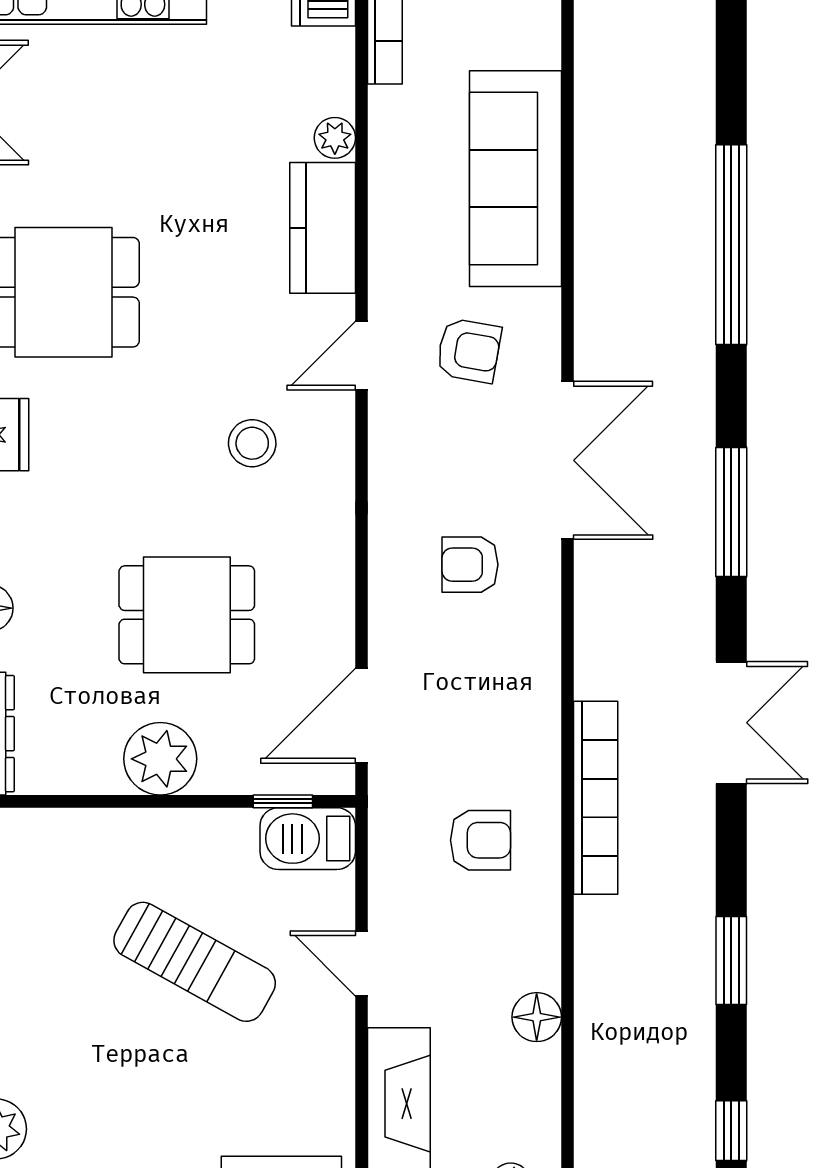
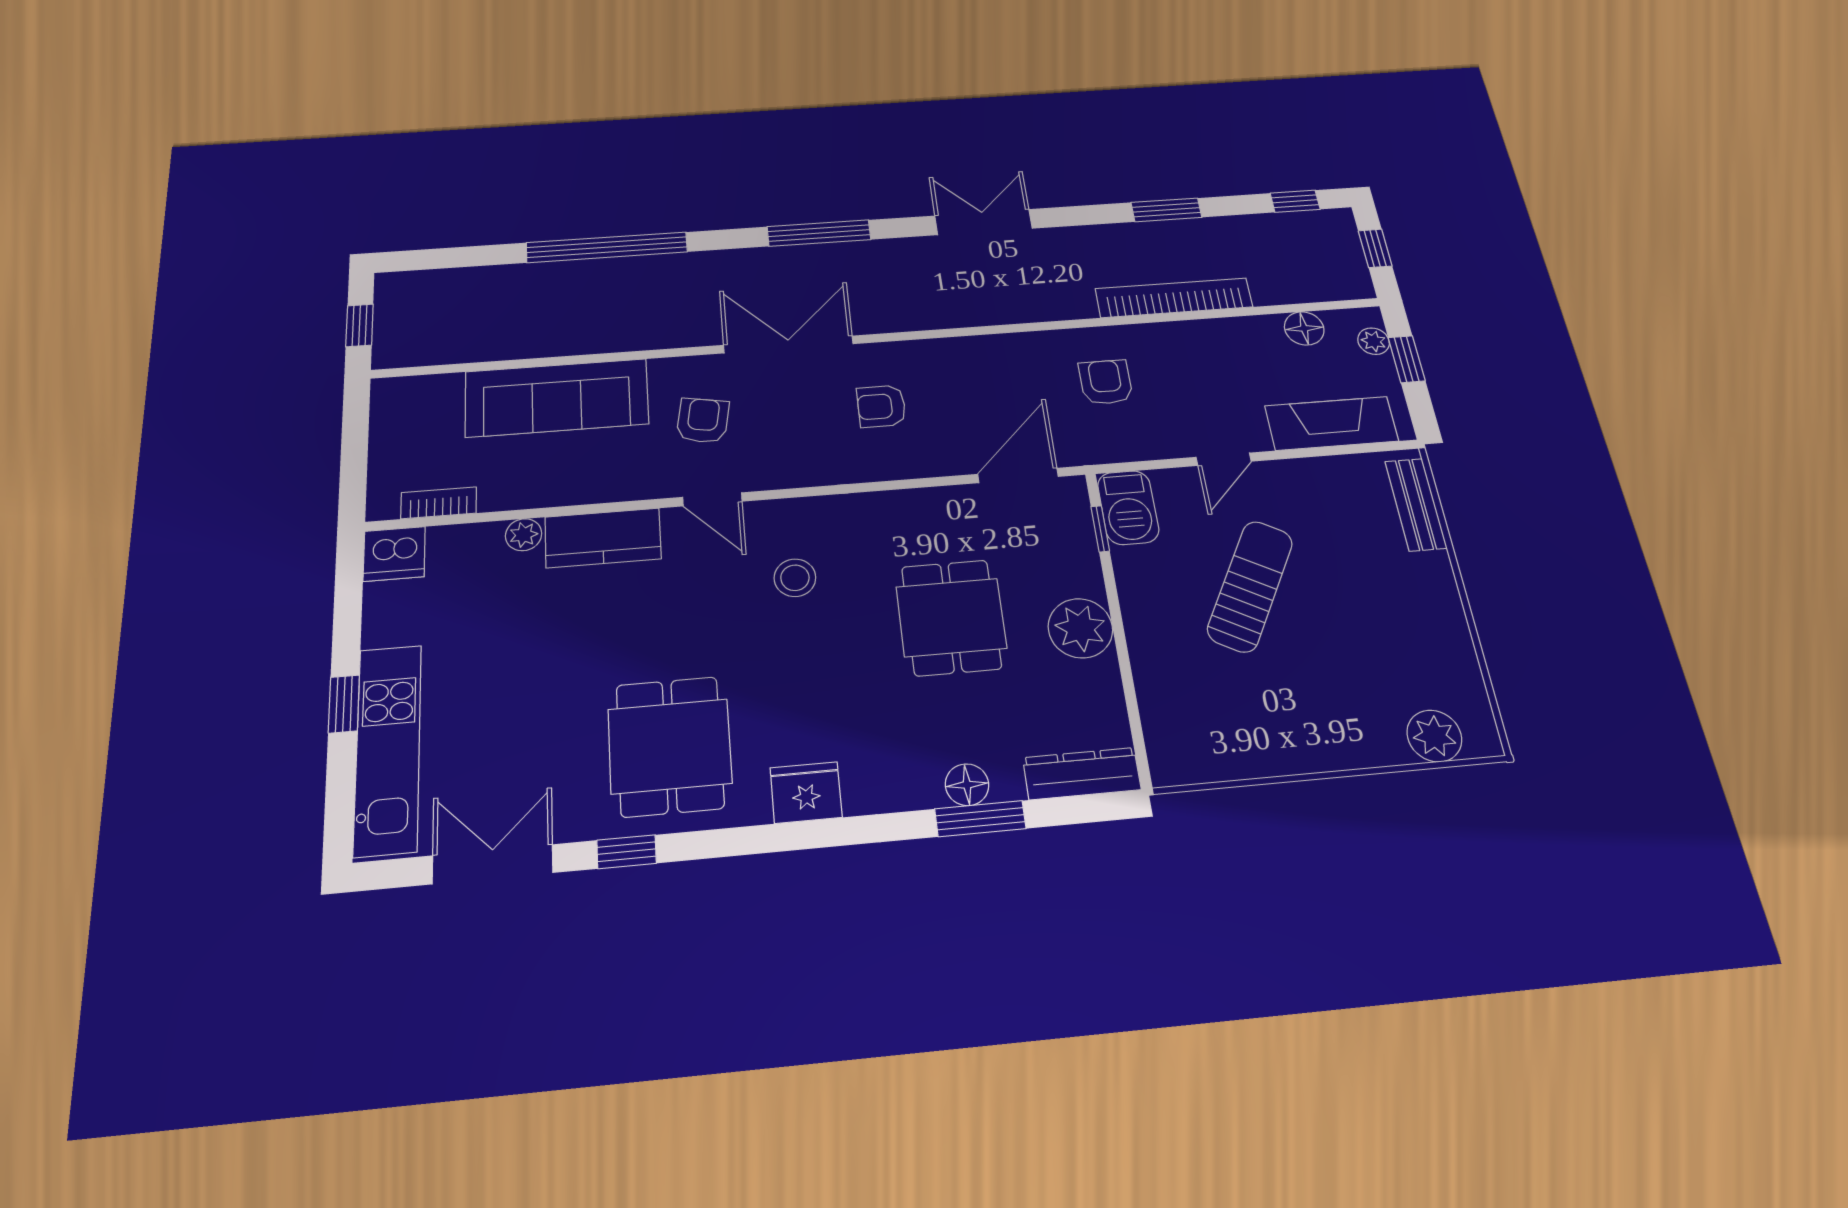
armchair: (470, 565) -> (881, 406), turned 90
door: (362, 716) -> (1018, 475), swing flipped
bookcase: (596, 798) -> (1174, 298), moved
floor lamp: (537, 1017) -> (1304, 328), moved

